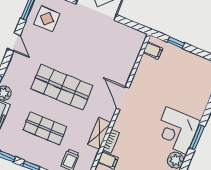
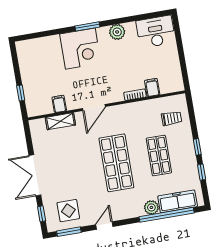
filing cabinet: (153, 50) -> (59, 104), moved
corner desk: (177, 131) -> (80, 49), moved
shelving: (99, 134) -> (60, 121), moved

